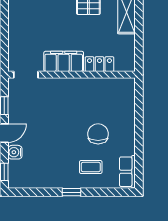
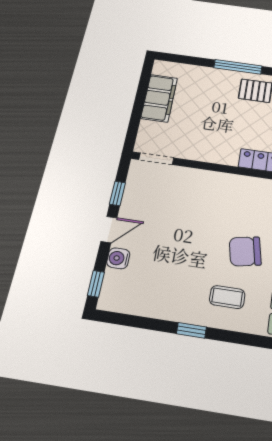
filing cabinet: (64, 61) -> (159, 98), moved, turned 90
chair: (98, 134) -> (245, 251), turned -101

